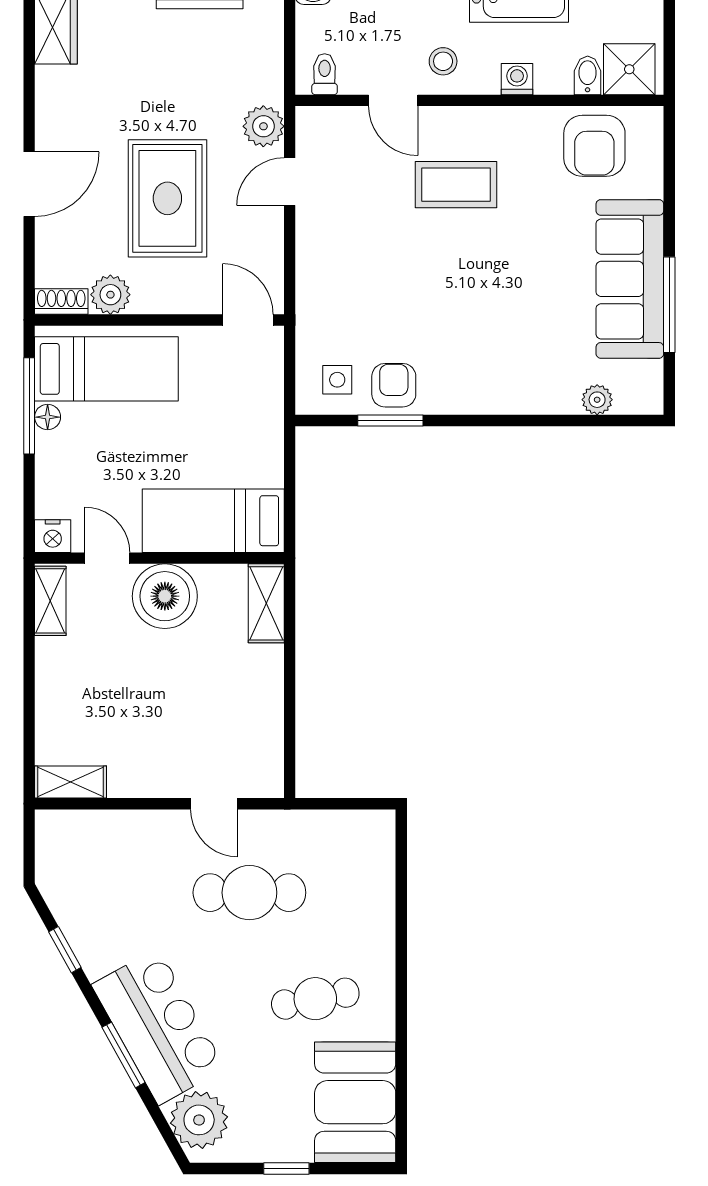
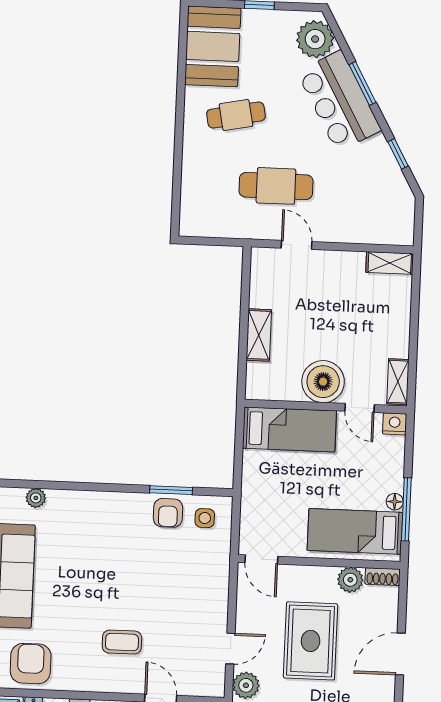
coffee table: (456, 185) -> (122, 642), width x0.73, depth x0.77
shelving: (266, 603) -> (259, 335), moved

